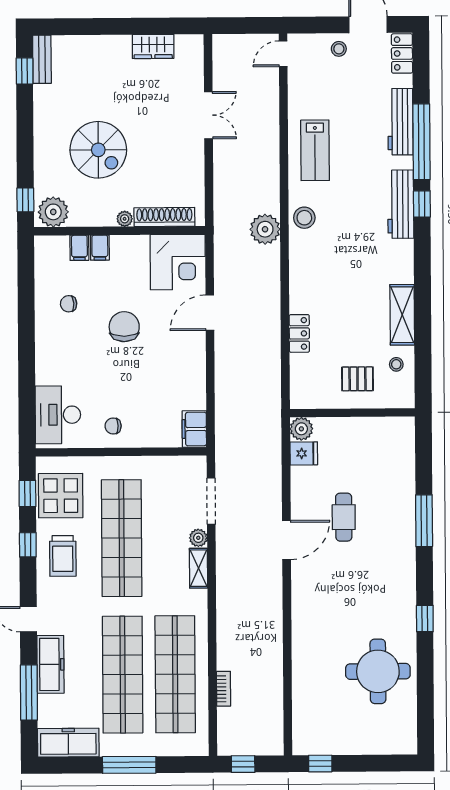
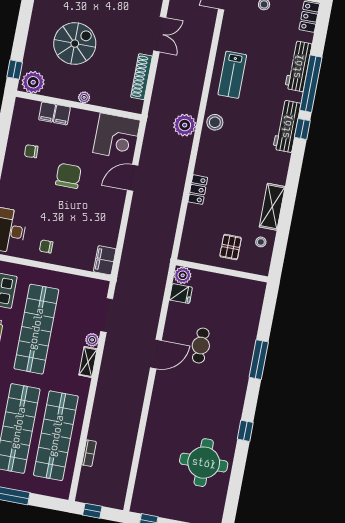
spiral stairs: (98, 150) -> (75, 44), turned -90
shoe rack: (164, 217) -> (142, 77), moved, turned -90
locker: (299, 333) -> (198, 190), moved
pallet: (357, 379) -> (231, 247), turned 90

